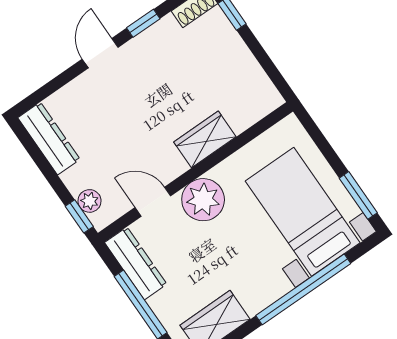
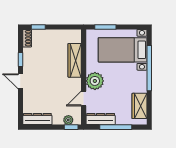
wardrobe: (205, 139) -> (75, 60), width x1.50
window: (358, 195) -> (105, 27), moved

